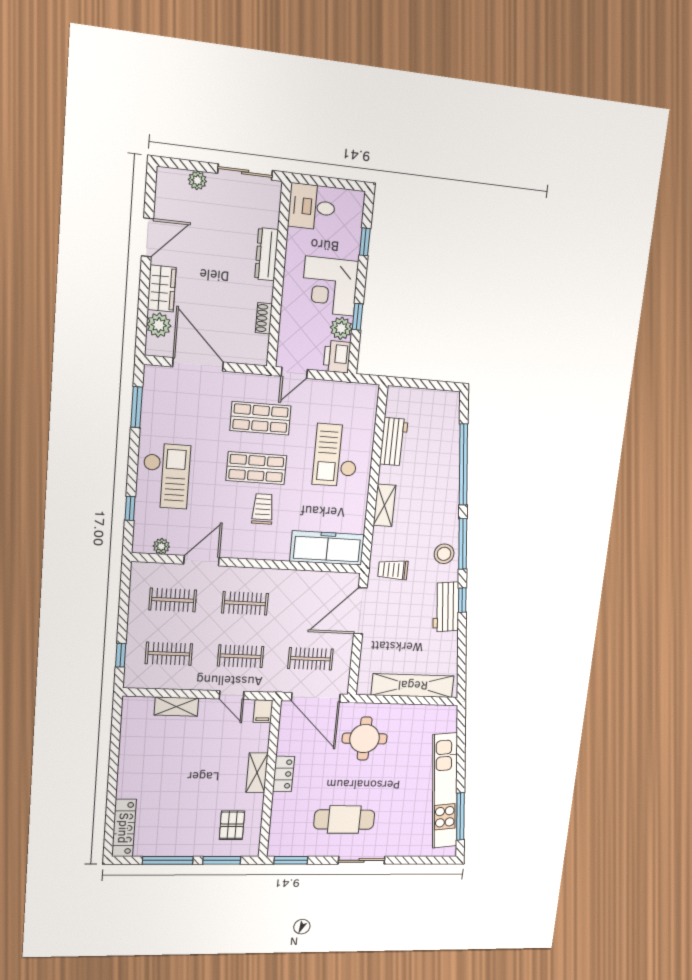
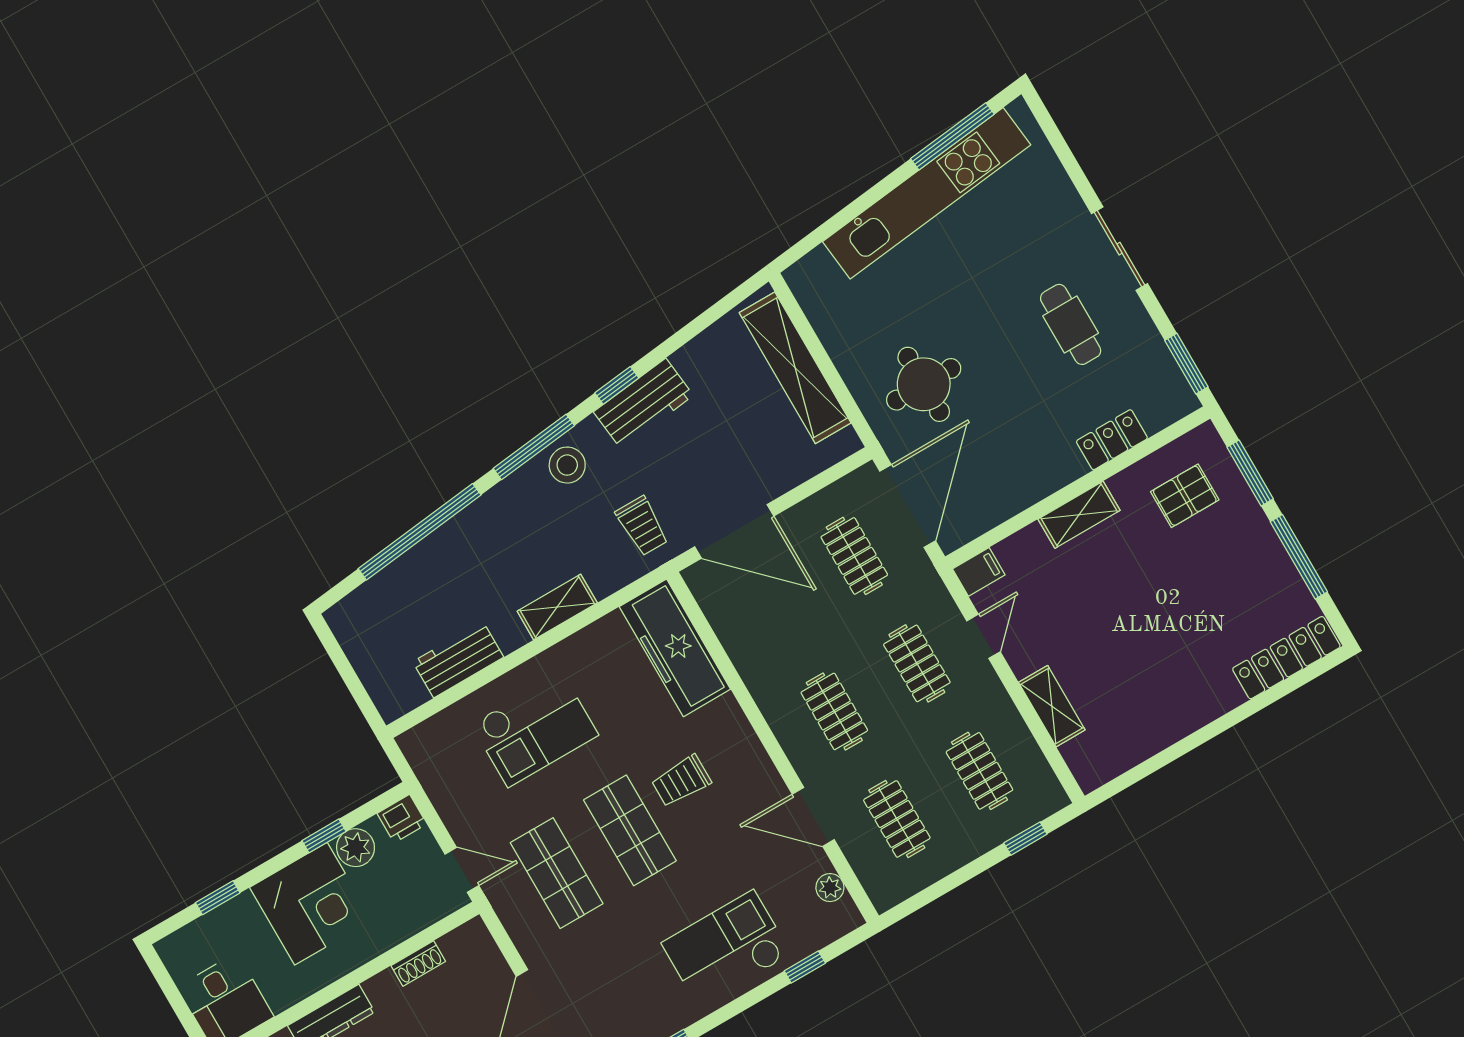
printer: (337, 357) -> (402, 819), width x0.73, depth x0.81
locker: (284, 774) -> (1112, 440), moved
cafe table: (344, 820) -> (1071, 324), width x0.73, depth x0.74

